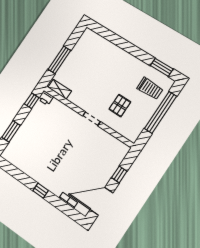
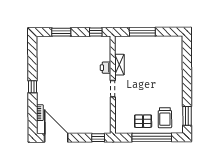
shelving: (60, 89) -> (119, 65), moved
printer: (46, 98) -> (105, 68), moved
pallet: (120, 106) -> (143, 121), moved
window: (119, 174) -> (98, 138), moved

